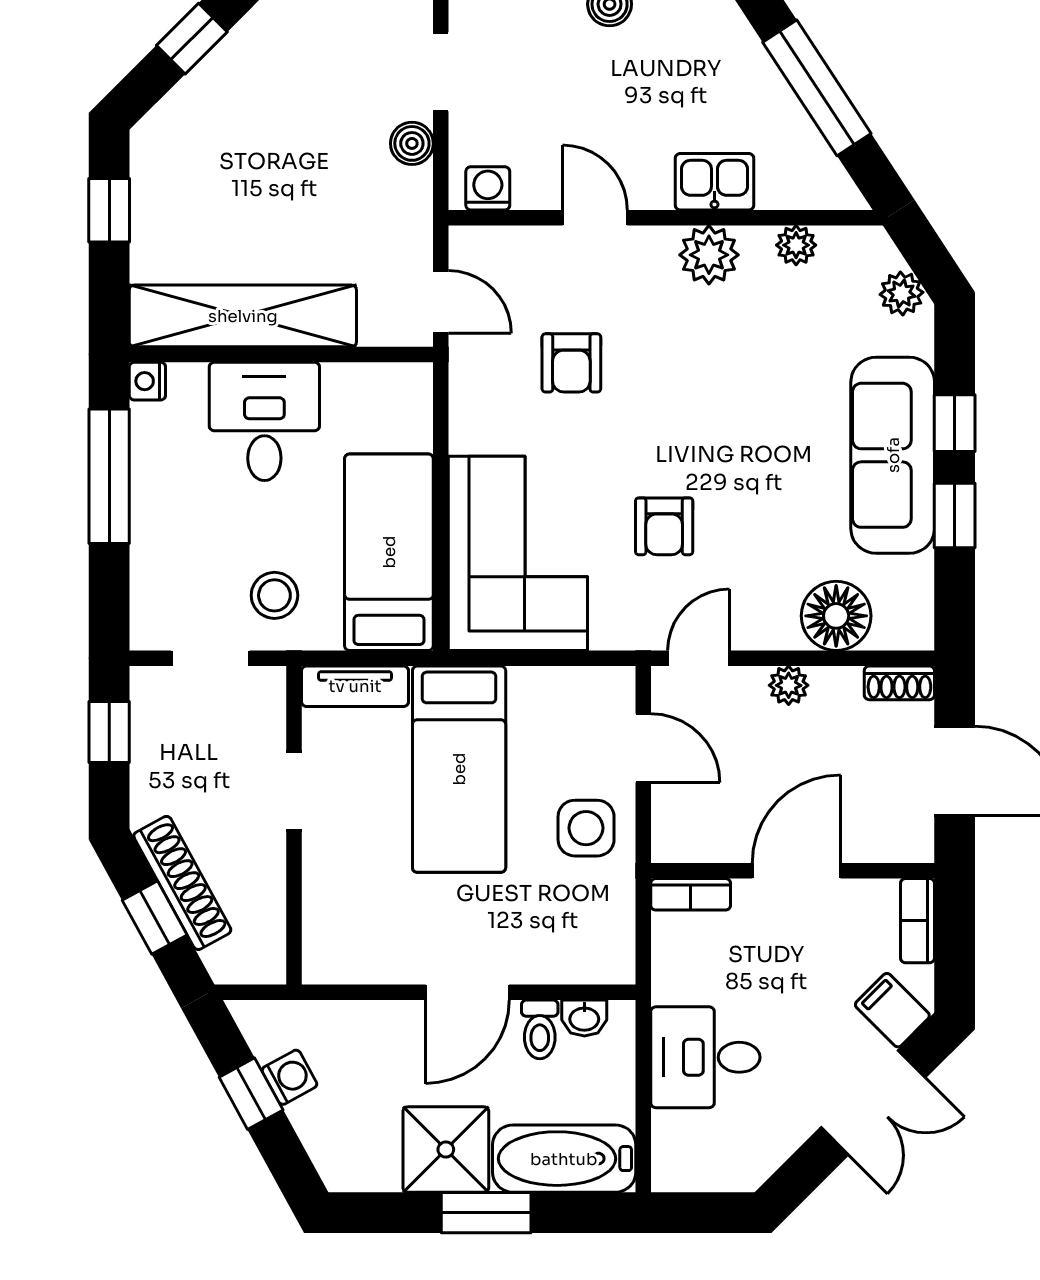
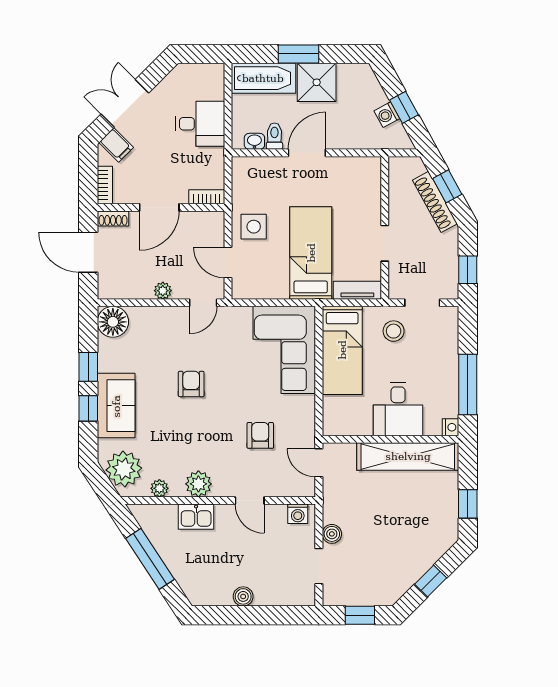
plant: (902, 293) -> (124, 469), width x1.88, depth x1.88
sofa: (893, 455) -> (116, 406), width x0.73
armchair: (664, 526) -> (191, 384), moved
floor lamp: (836, 616) -> (113, 322), moved
shoe rack: (899, 683) -> (113, 218), moved, turned 180

